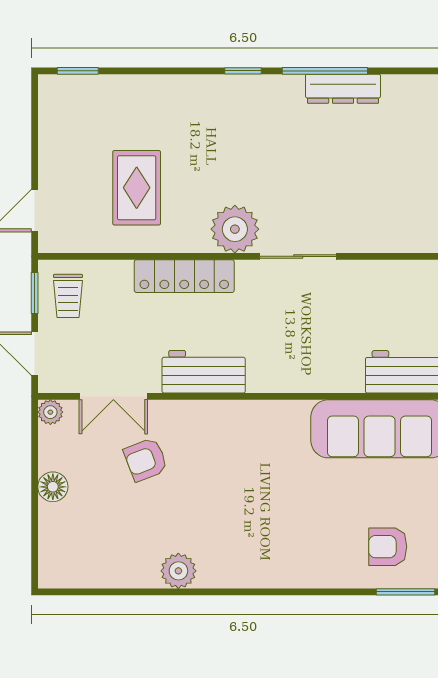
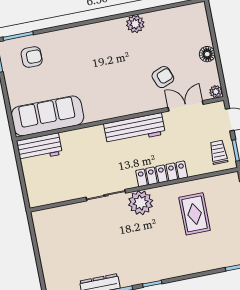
workbench: (204, 372) -> (134, 129), width x1.38

